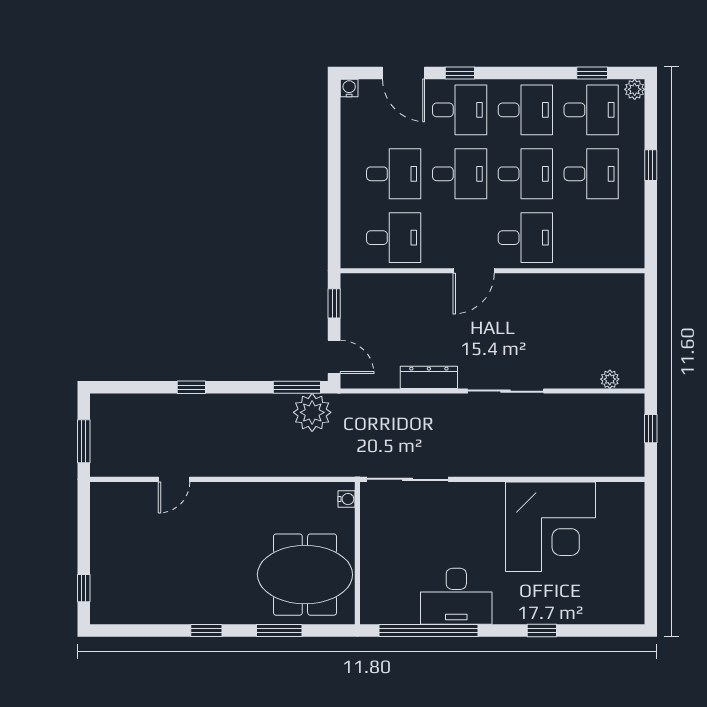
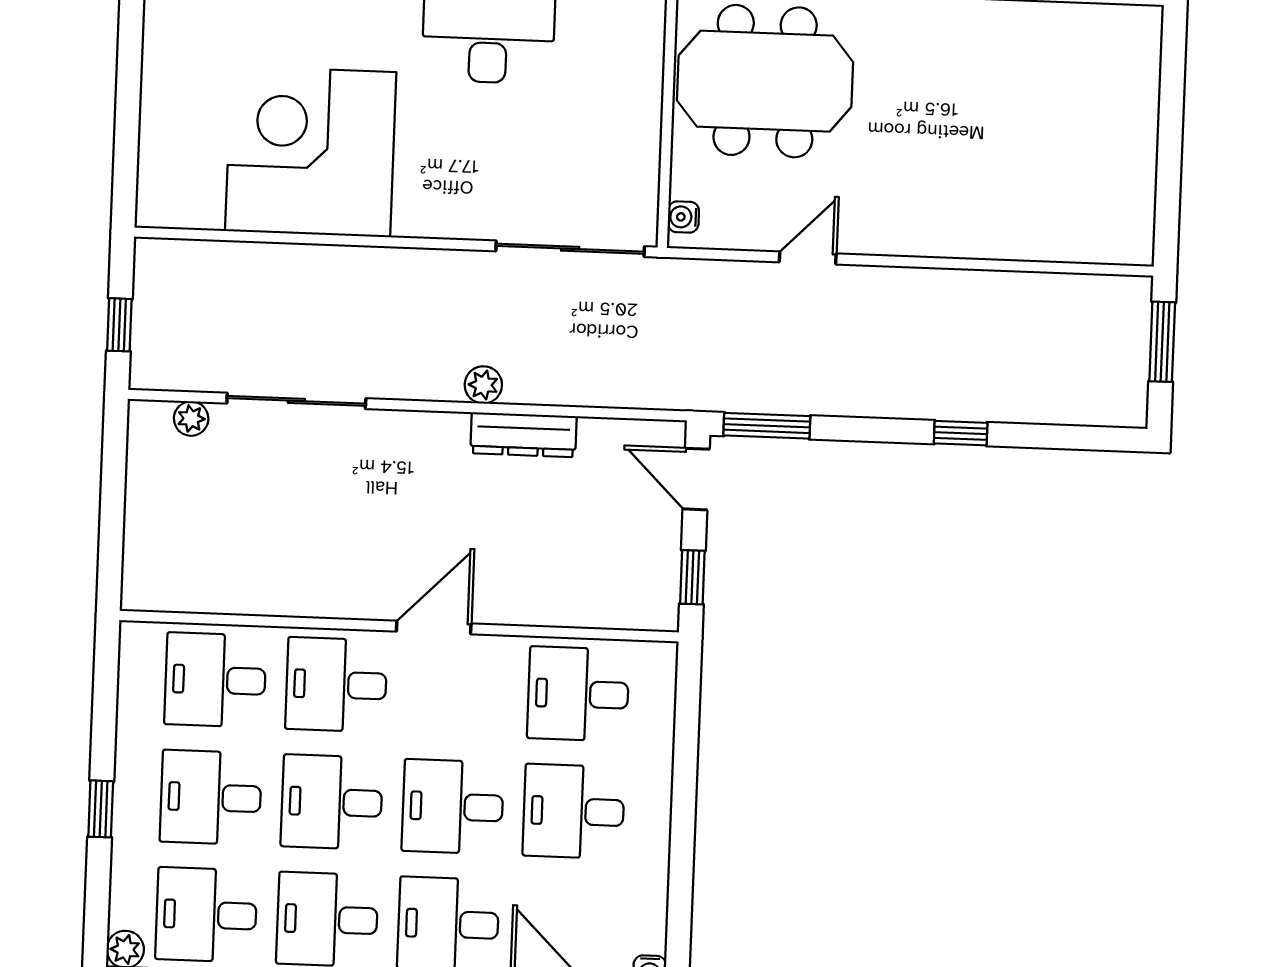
desk: (591, 238) -> (215, 680), added
sliding door: (506, 391) -> (296, 401), moved
plant: (312, 412) -> (483, 385), moved, width x0.53, depth x0.53
door: (174, 479) -> (808, 258), moved
window: (84, 588) -> (1173, 72), removed

